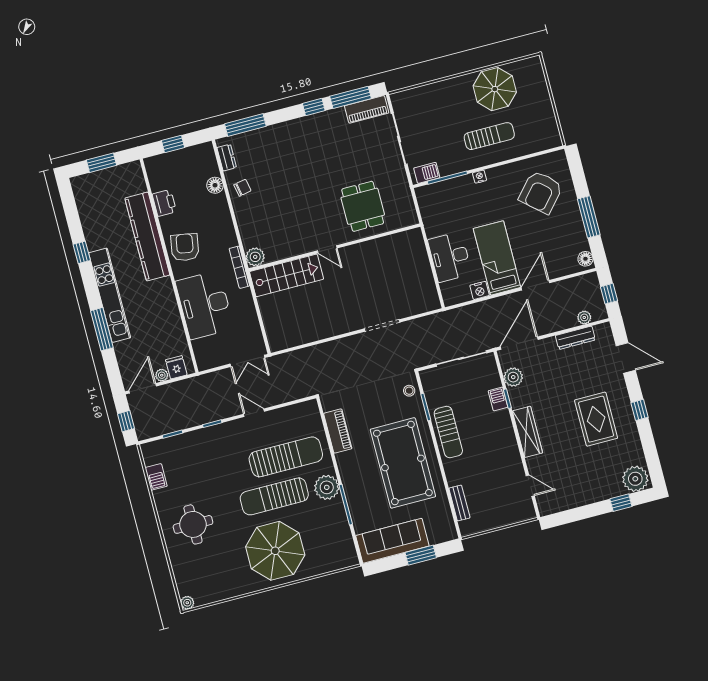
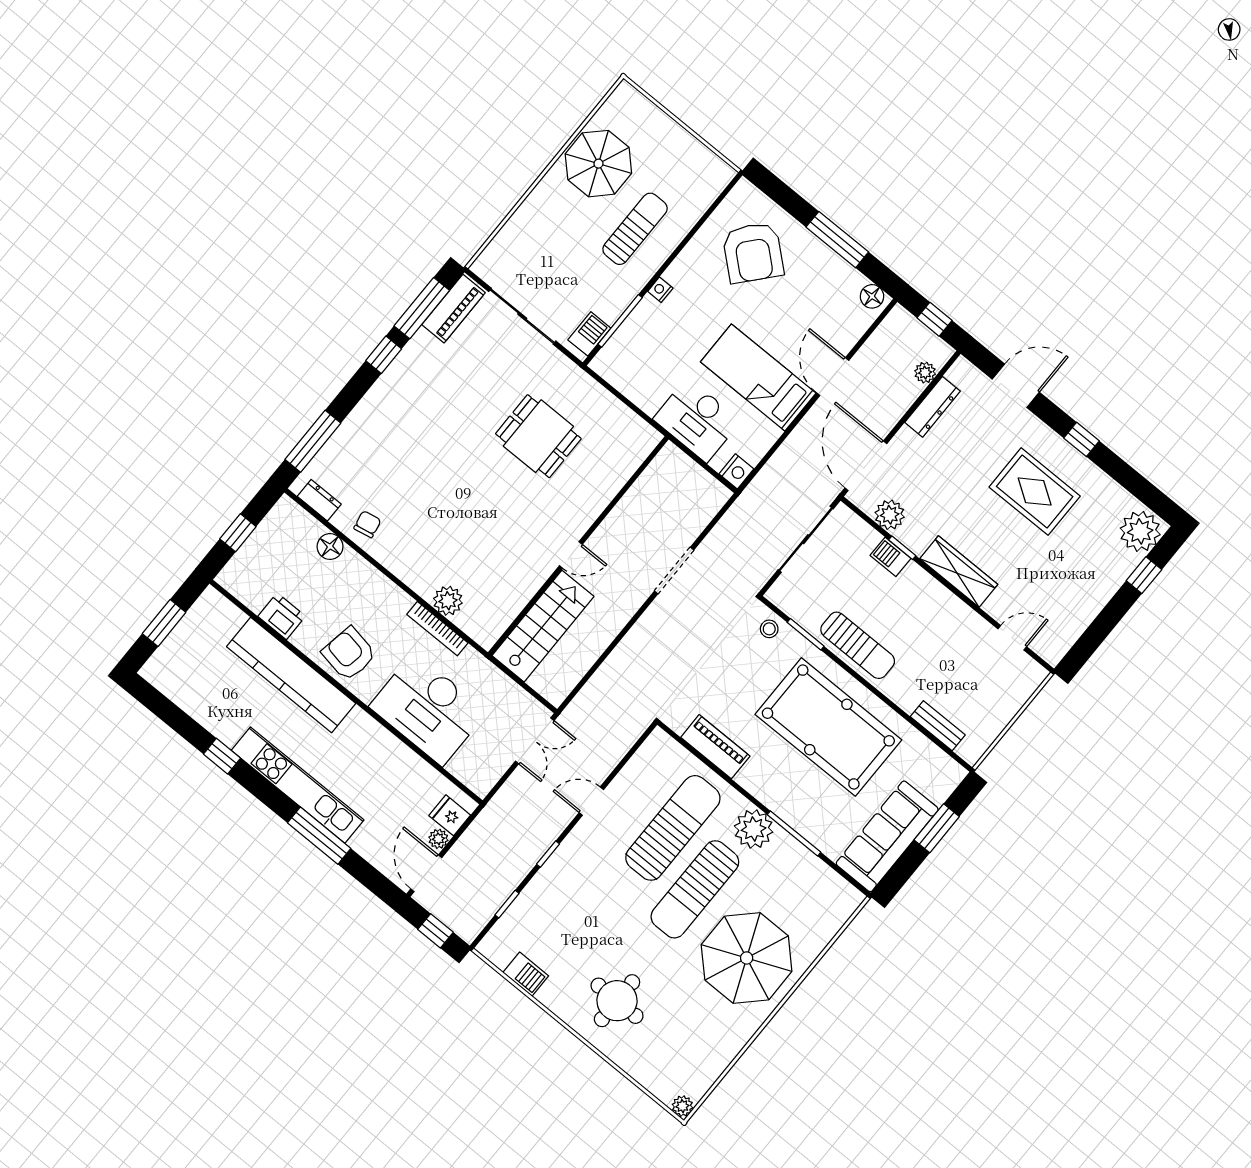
wall: (334, 247) -> (578, 546), moved
door: (327, 249) -> (571, 555), moved
stairs: (287, 275) -> (543, 626), moved
nightstand: (480, 290) -> (736, 471), moved

